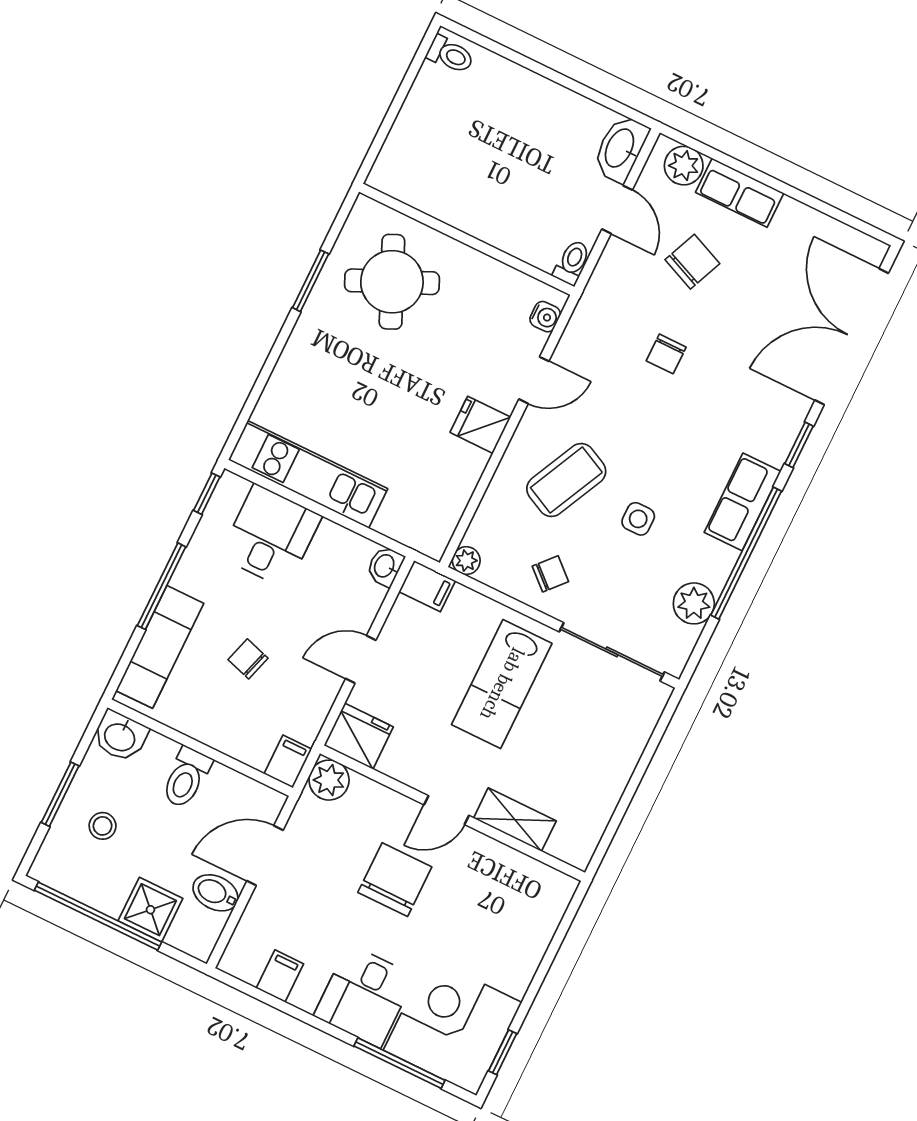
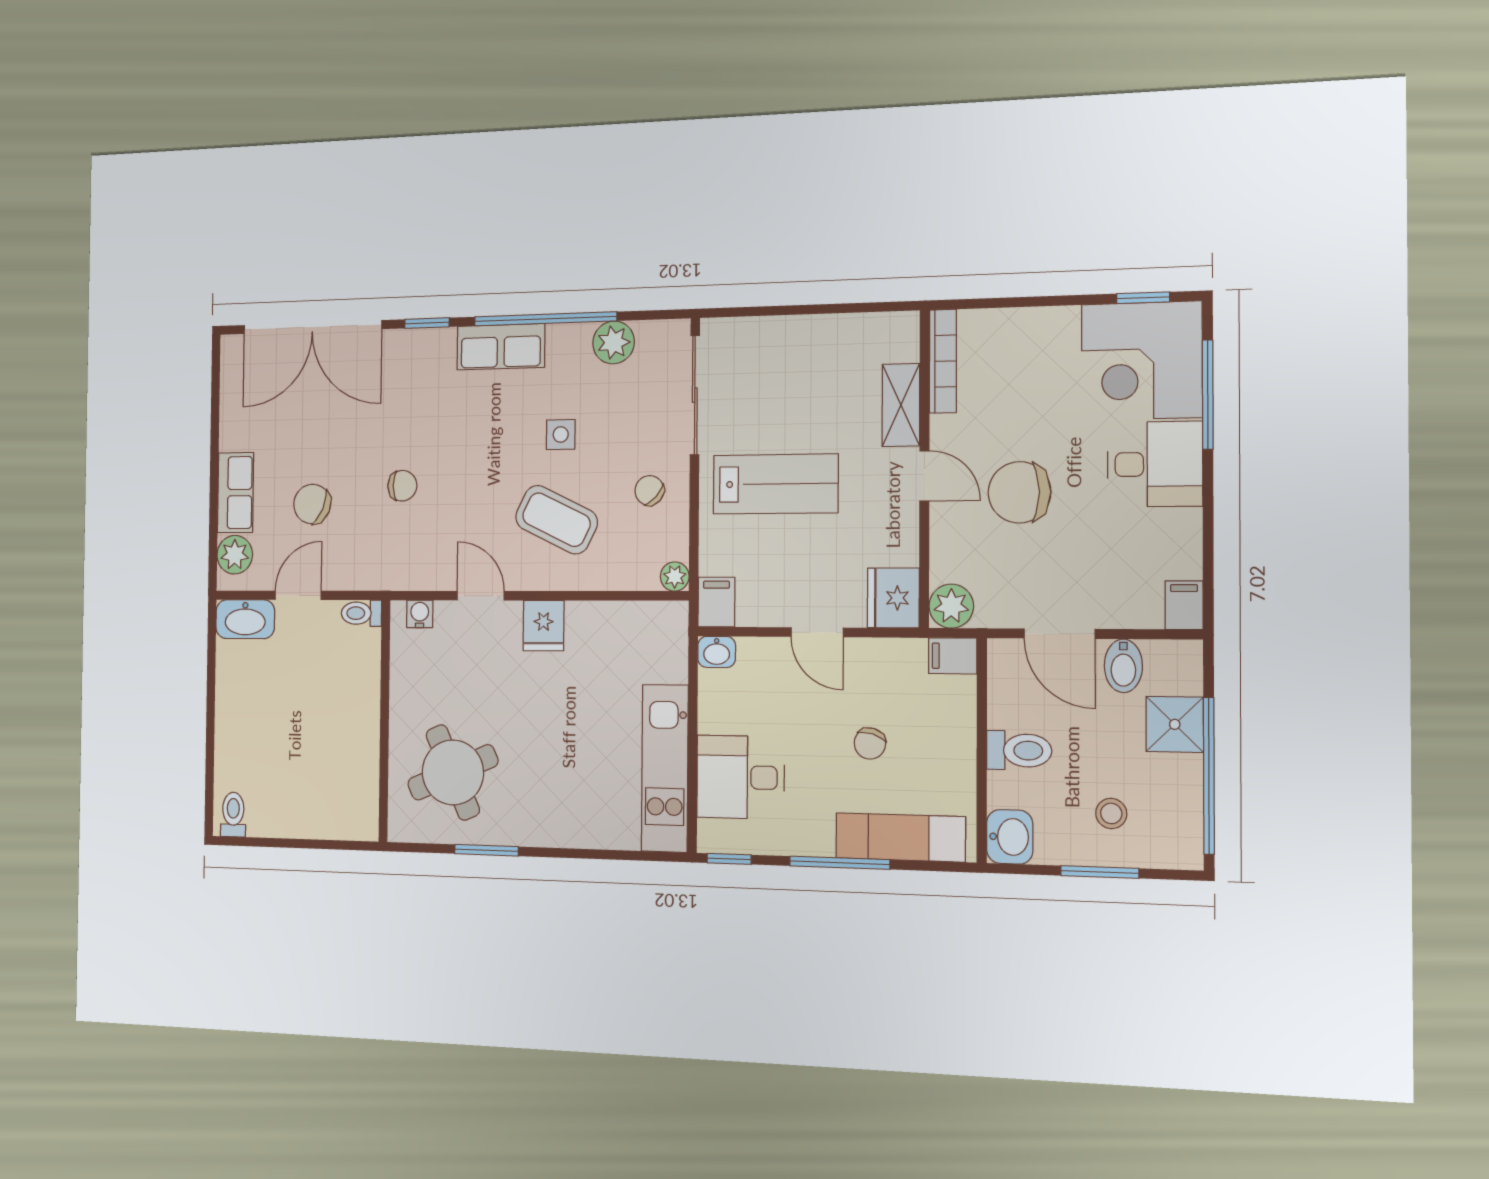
bookcase: (533, 871) -> (943, 361), added
filing cabinet: (280, 976) -> (1184, 605), moved, turned 90

